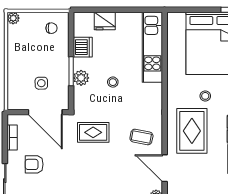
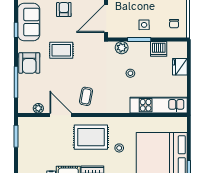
plant: (81, 78) -> (122, 48), moved
side table: (41, 83) -> (144, 25), moved
rug: (93, 132) -> (61, 50), moved, turned 90
door: (165, 168) -> (61, 115), hinge flipped

